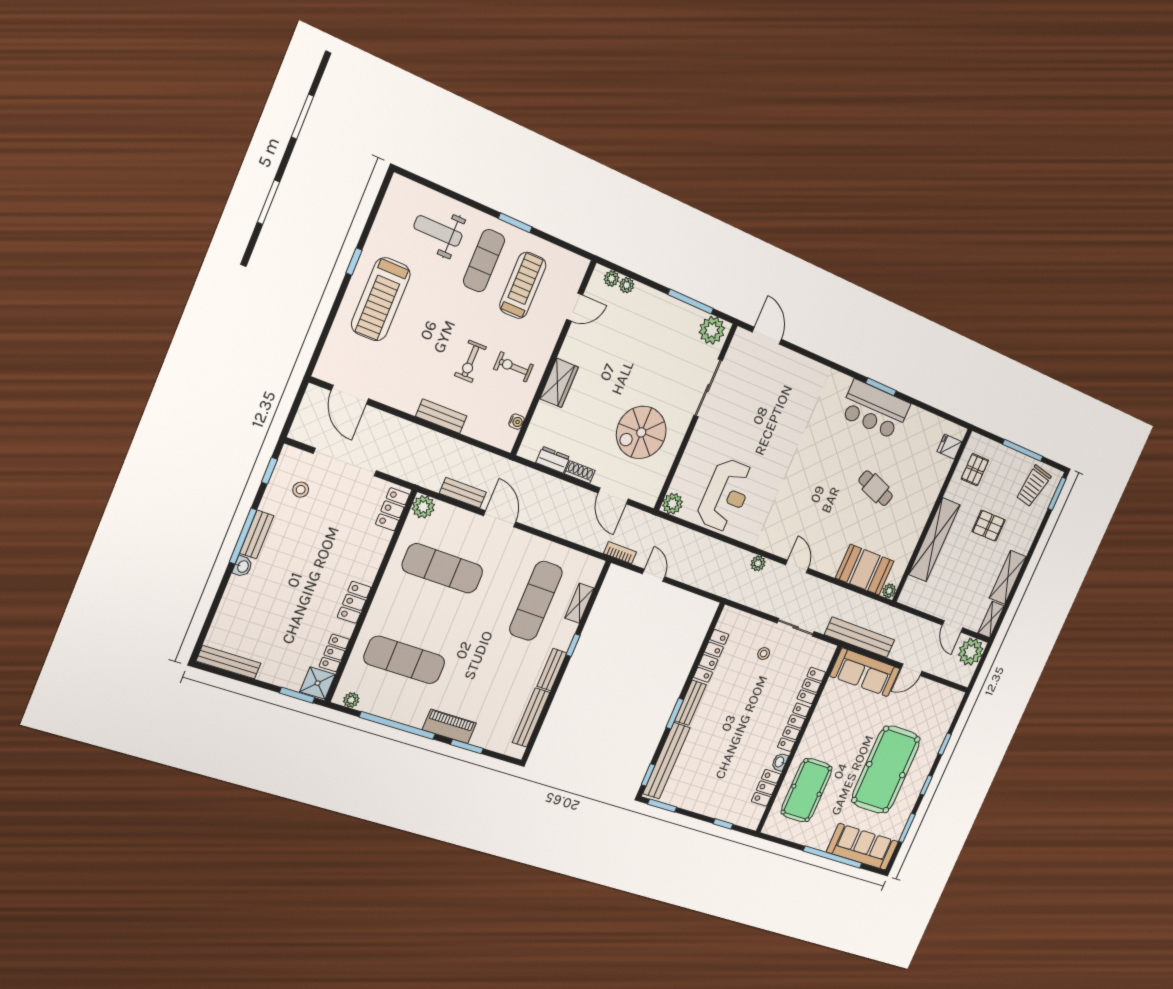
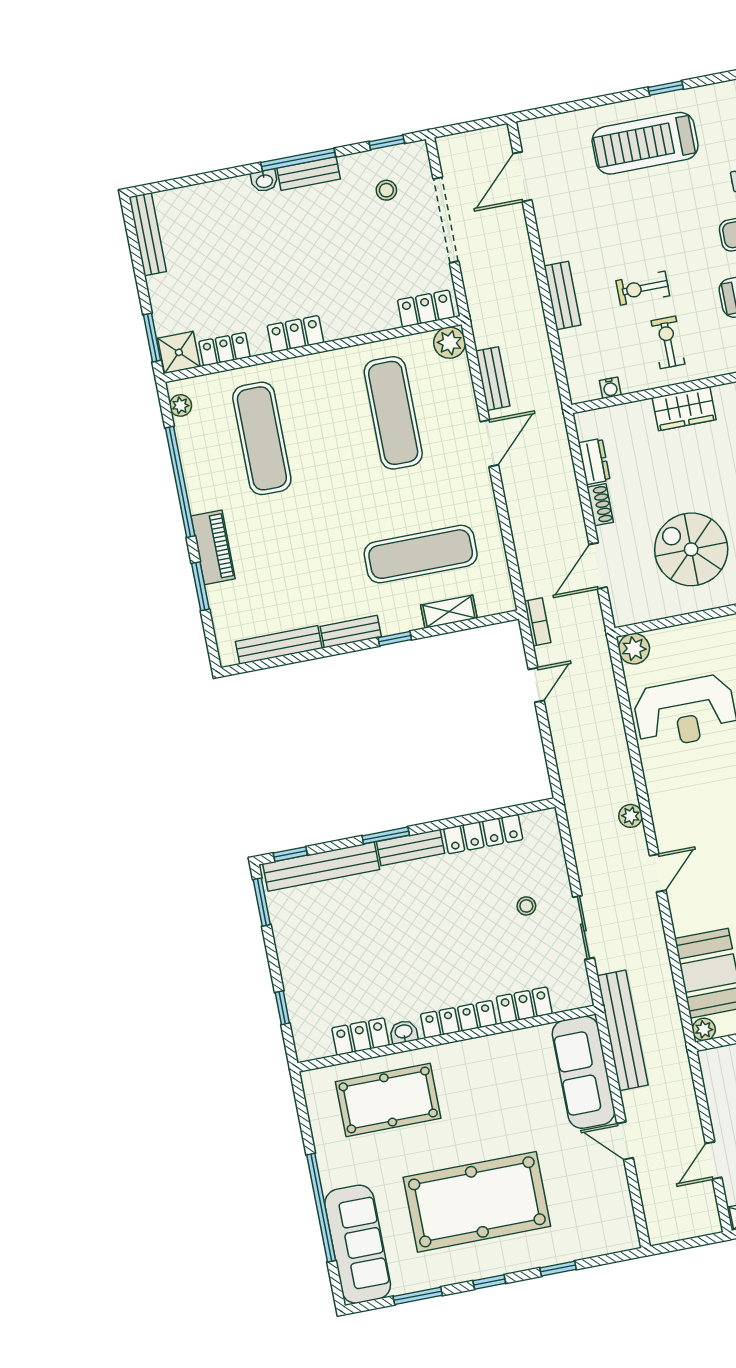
plant: (971, 652) -> (697, 1215), removed

